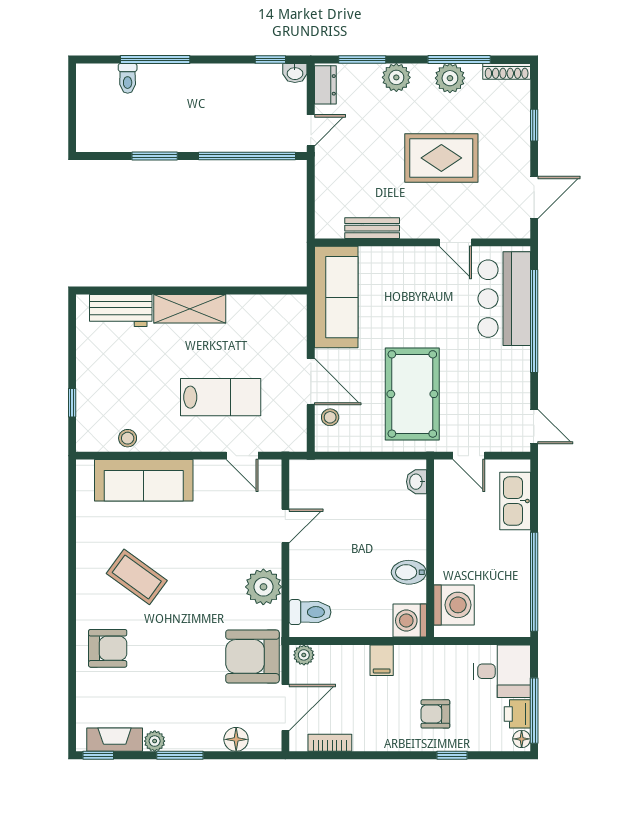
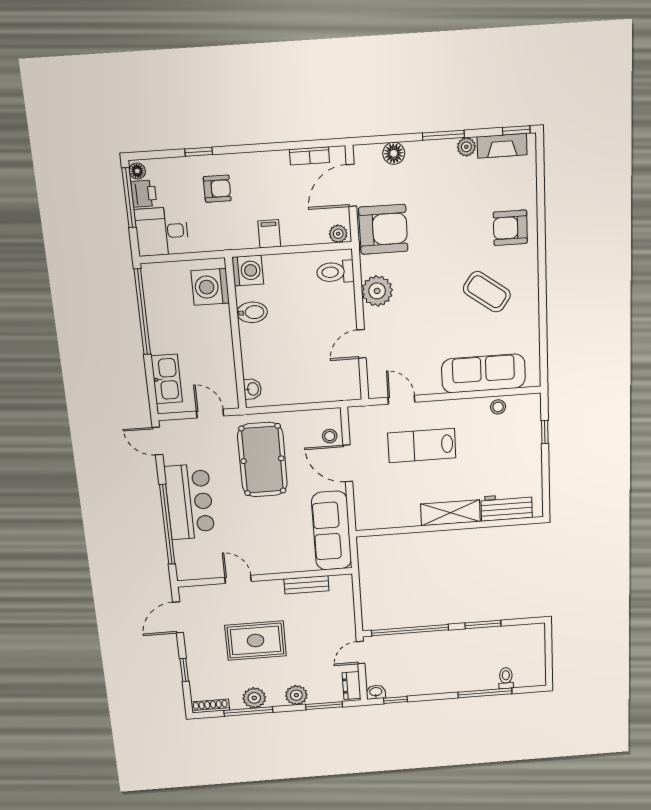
bar counter: (504, 299) -> (190, 502), moved

